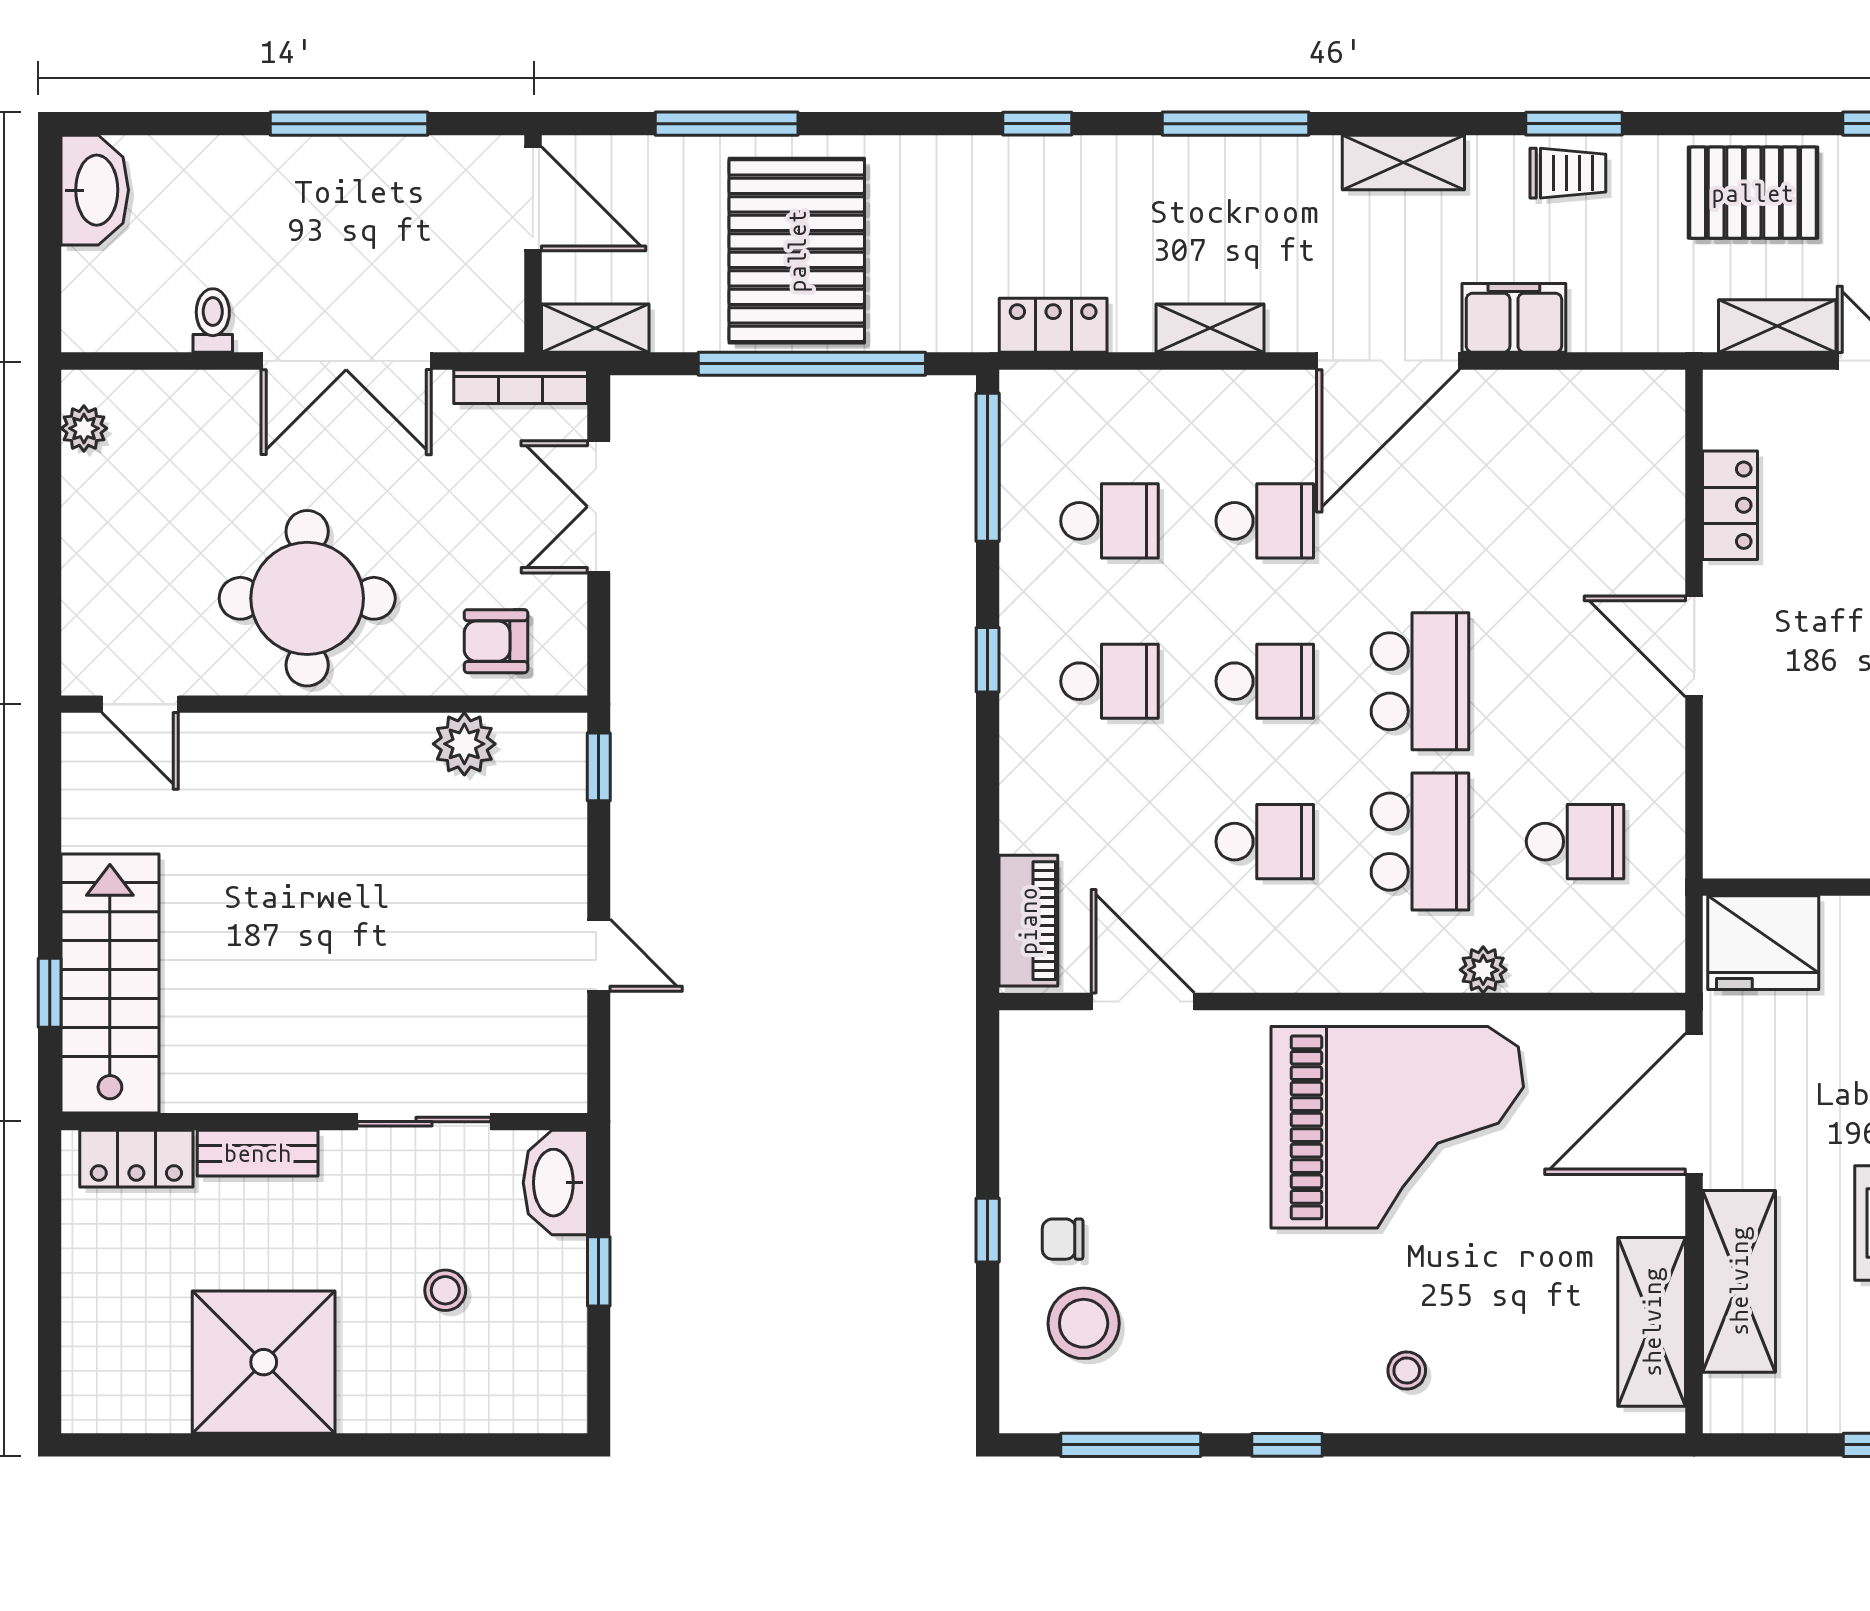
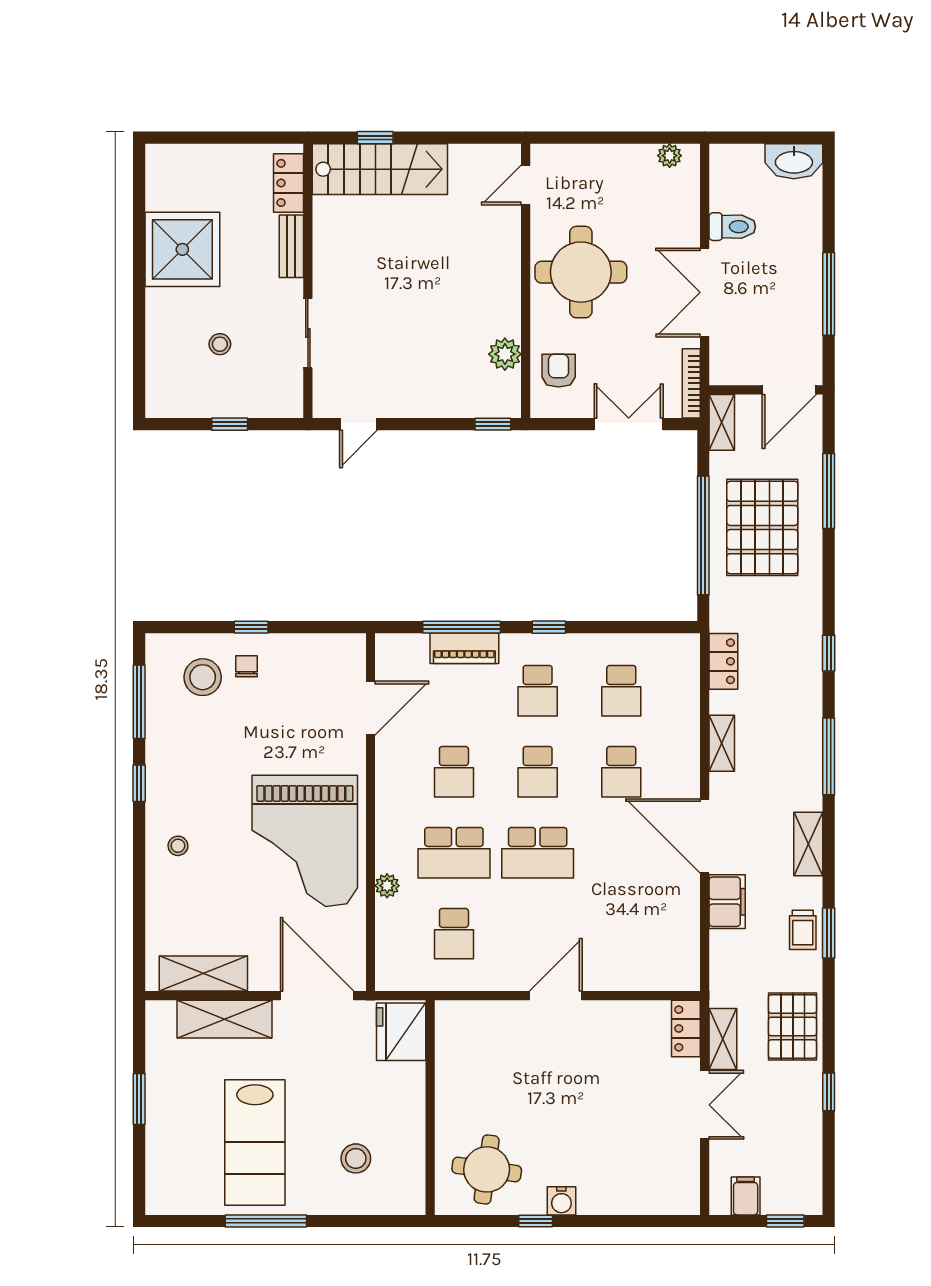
pallet: (797, 251) -> (762, 527), turned 90
toilet: (213, 320) -> (732, 227), width x1.37, depth x1.39
window: (988, 467) -> (462, 627), moved
locker: (1730, 505) -> (686, 1028), moved, turned 90
piano: (1028, 921) -> (464, 648), moved
door: (599, 955) -> (358, 424), moved
washbasin: (555, 1183) -> (276, 402), removed

